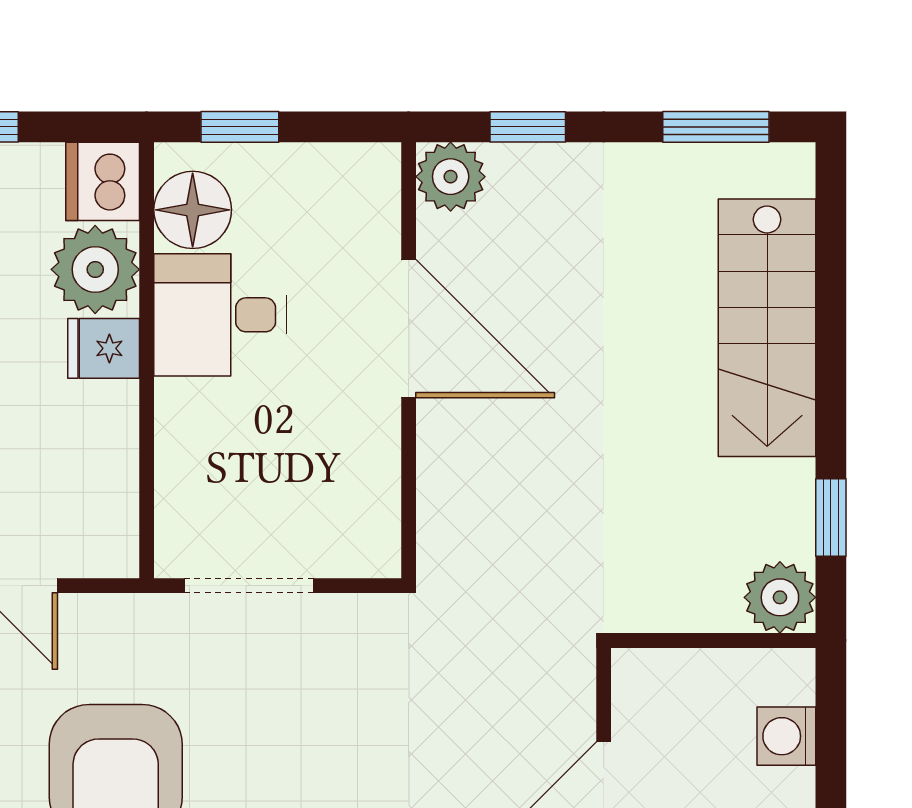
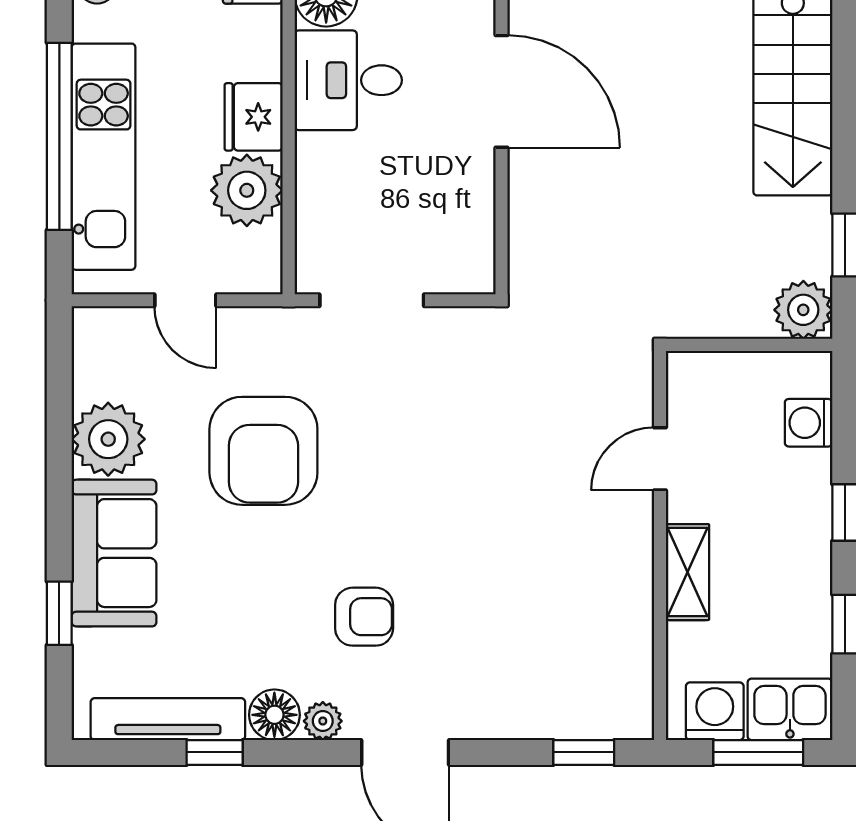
plant: (95, 269) -> (247, 190), moved
fridge: (104, 348) -> (254, 117), width x1.38

